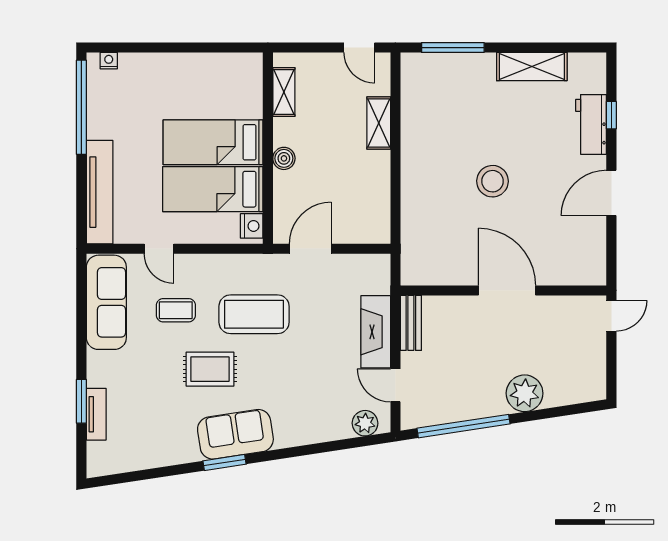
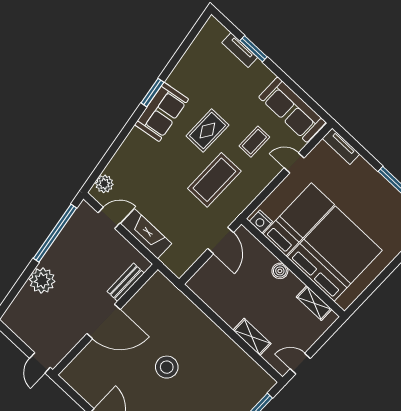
bed: (213, 142) -> (335, 254), width x2.04
tv unit: (100, 192) -> (341, 146), width x0.52, depth x0.78
bench: (411, 323) -> (126, 282), moved, turned 90

